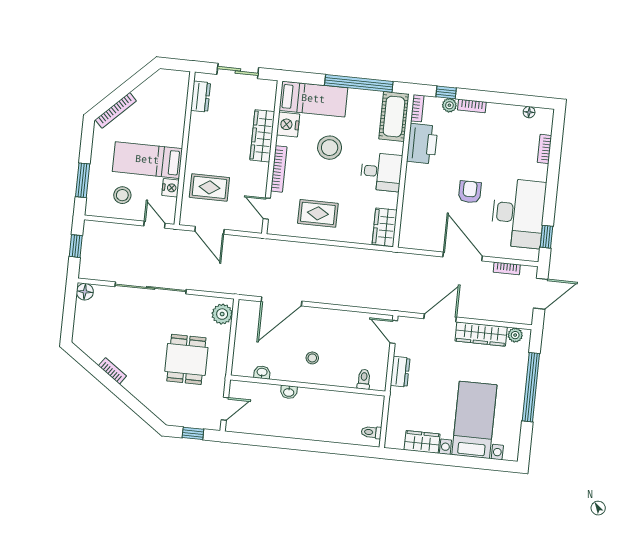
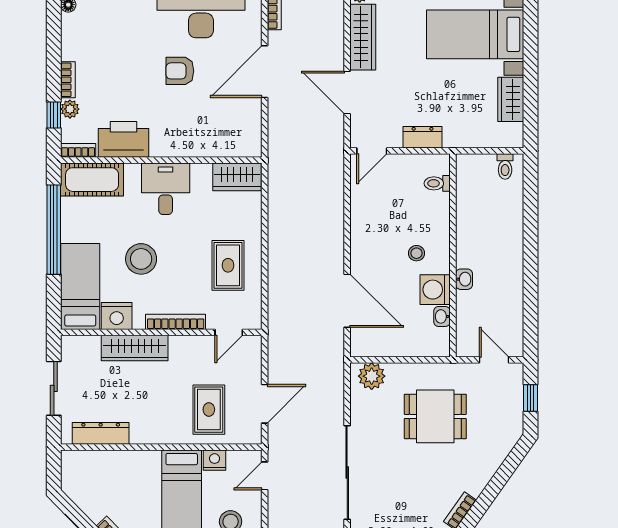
dresser: (201, 97) -> (101, 433), width x1.44
washing machine: (283, 369) -> (435, 290), added

